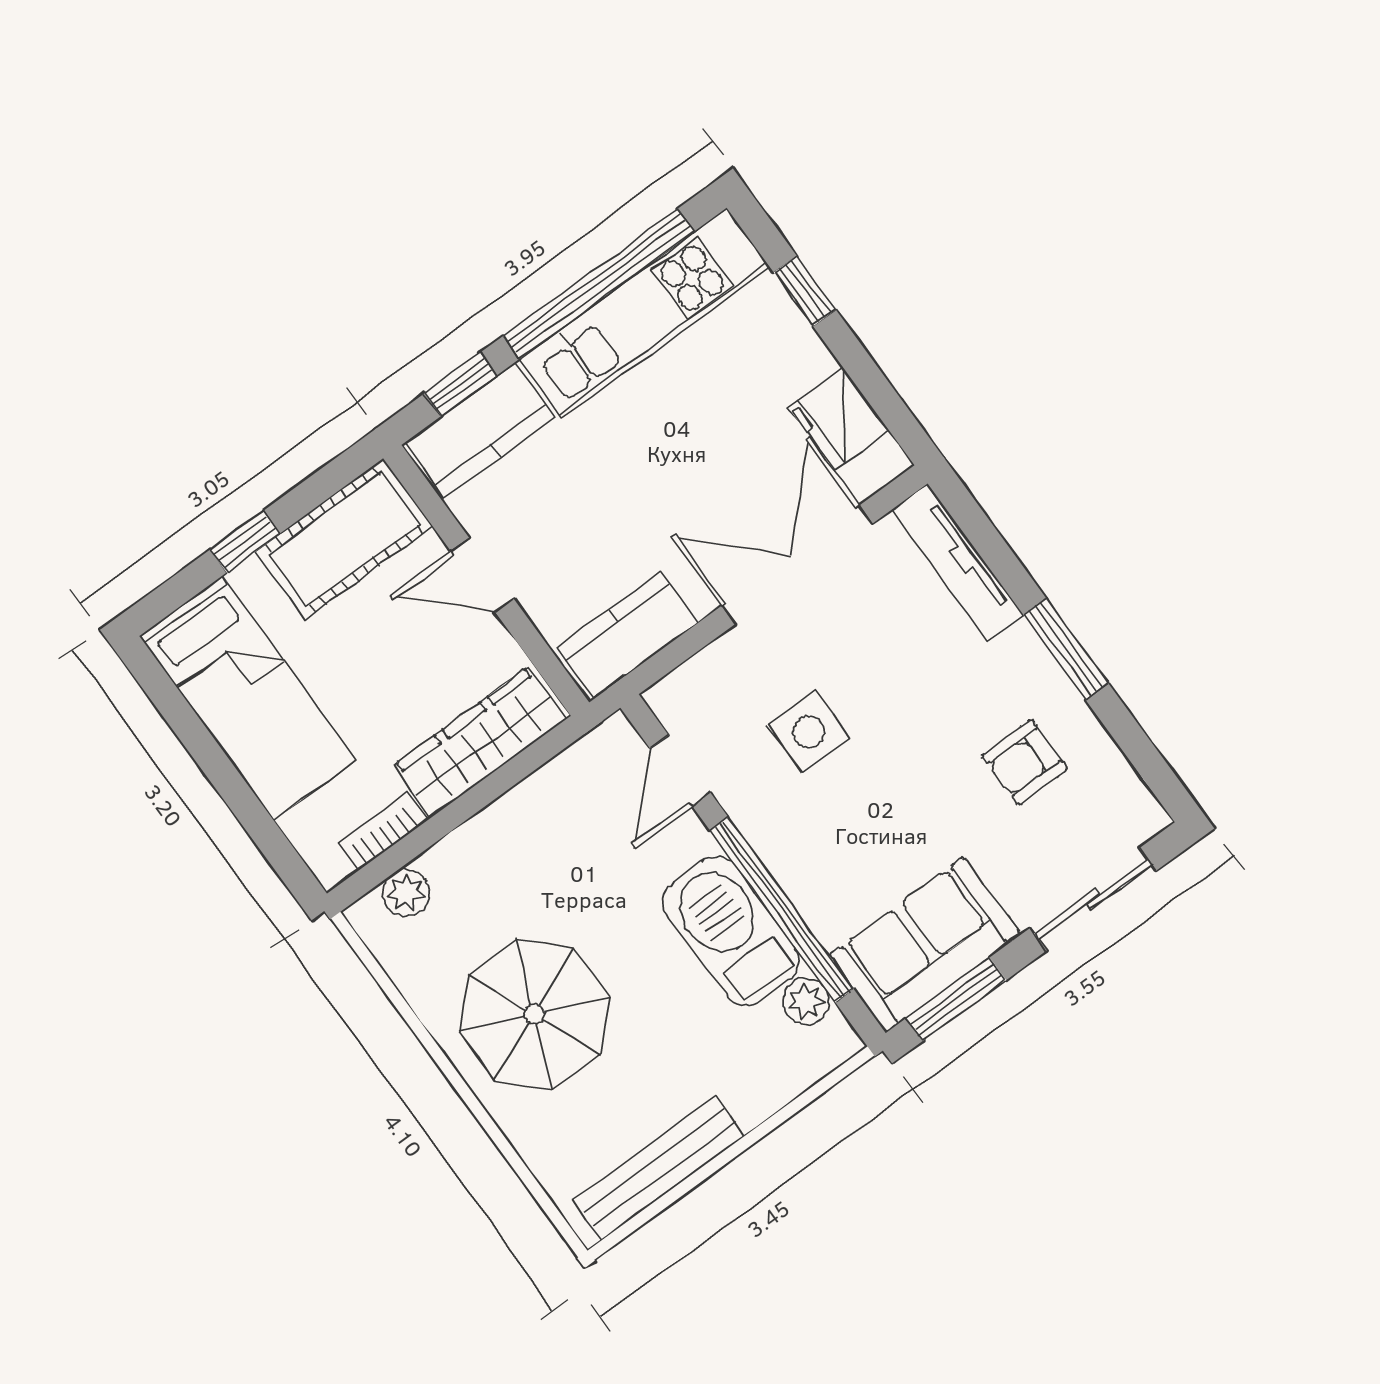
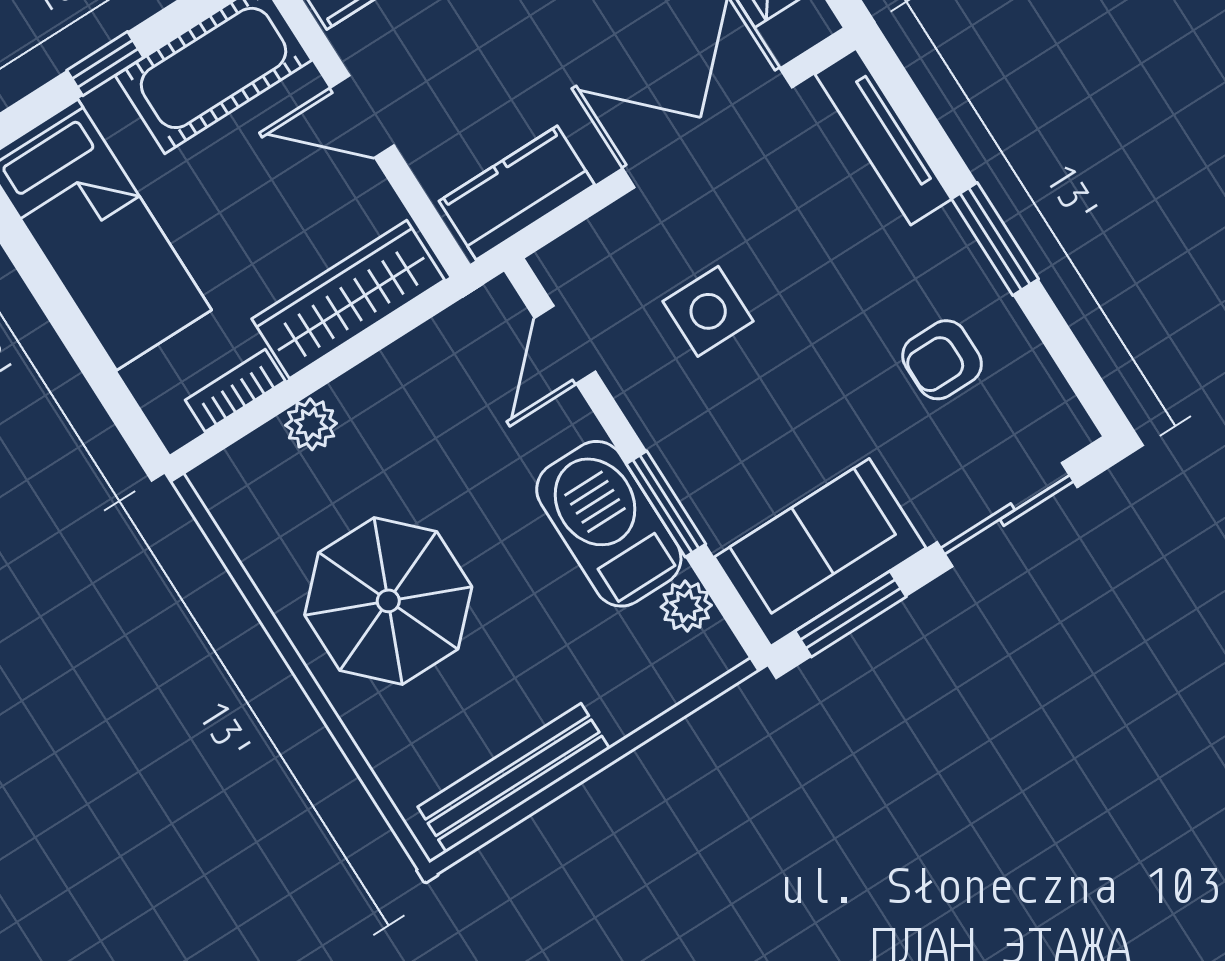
plant: (406, 893) -> (311, 424), moved
window: (782, 910) -> (666, 504), width x0.47

